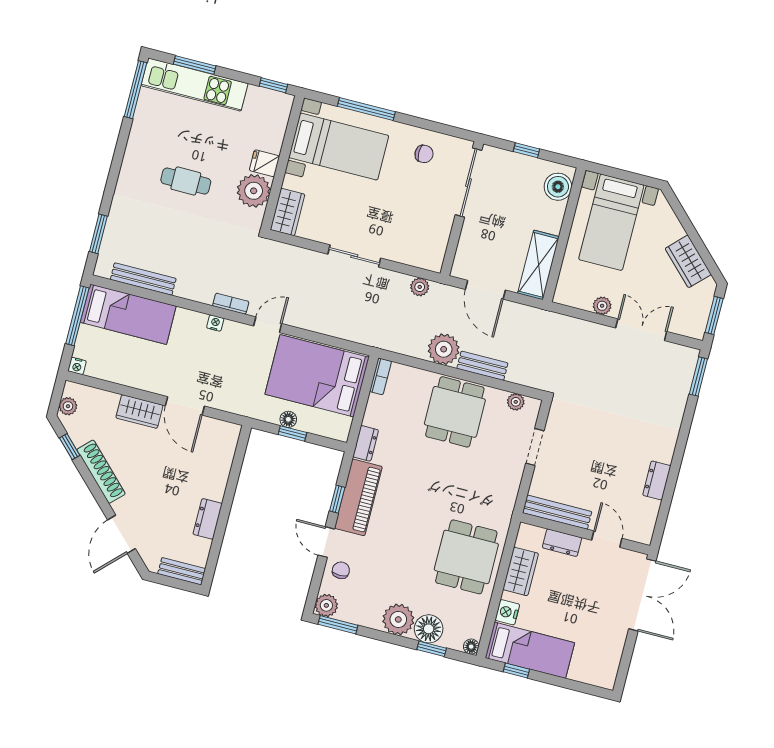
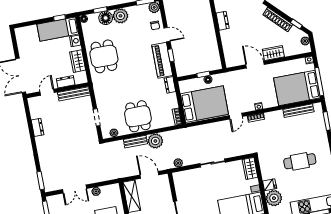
cafe table: (186, 181) -> (300, 161), width x1.37, depth x1.35
plant: (254, 191) -> (274, 198), moved
bed: (128, 314) -> (297, 88), width x1.50
door: (607, 539) -> (47, 92), swing flipped

